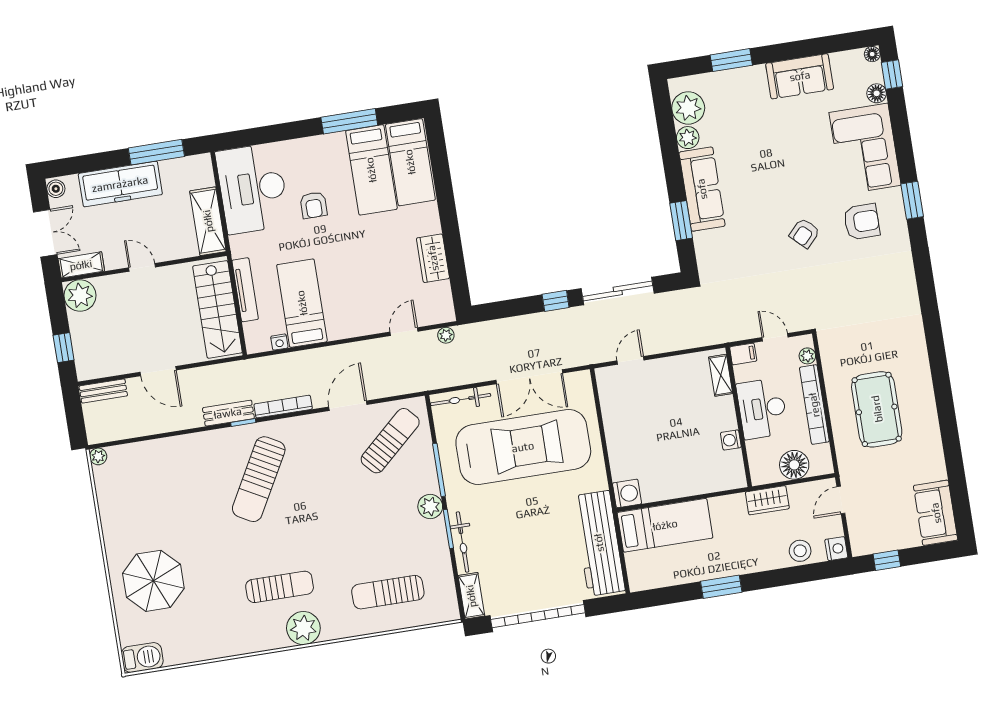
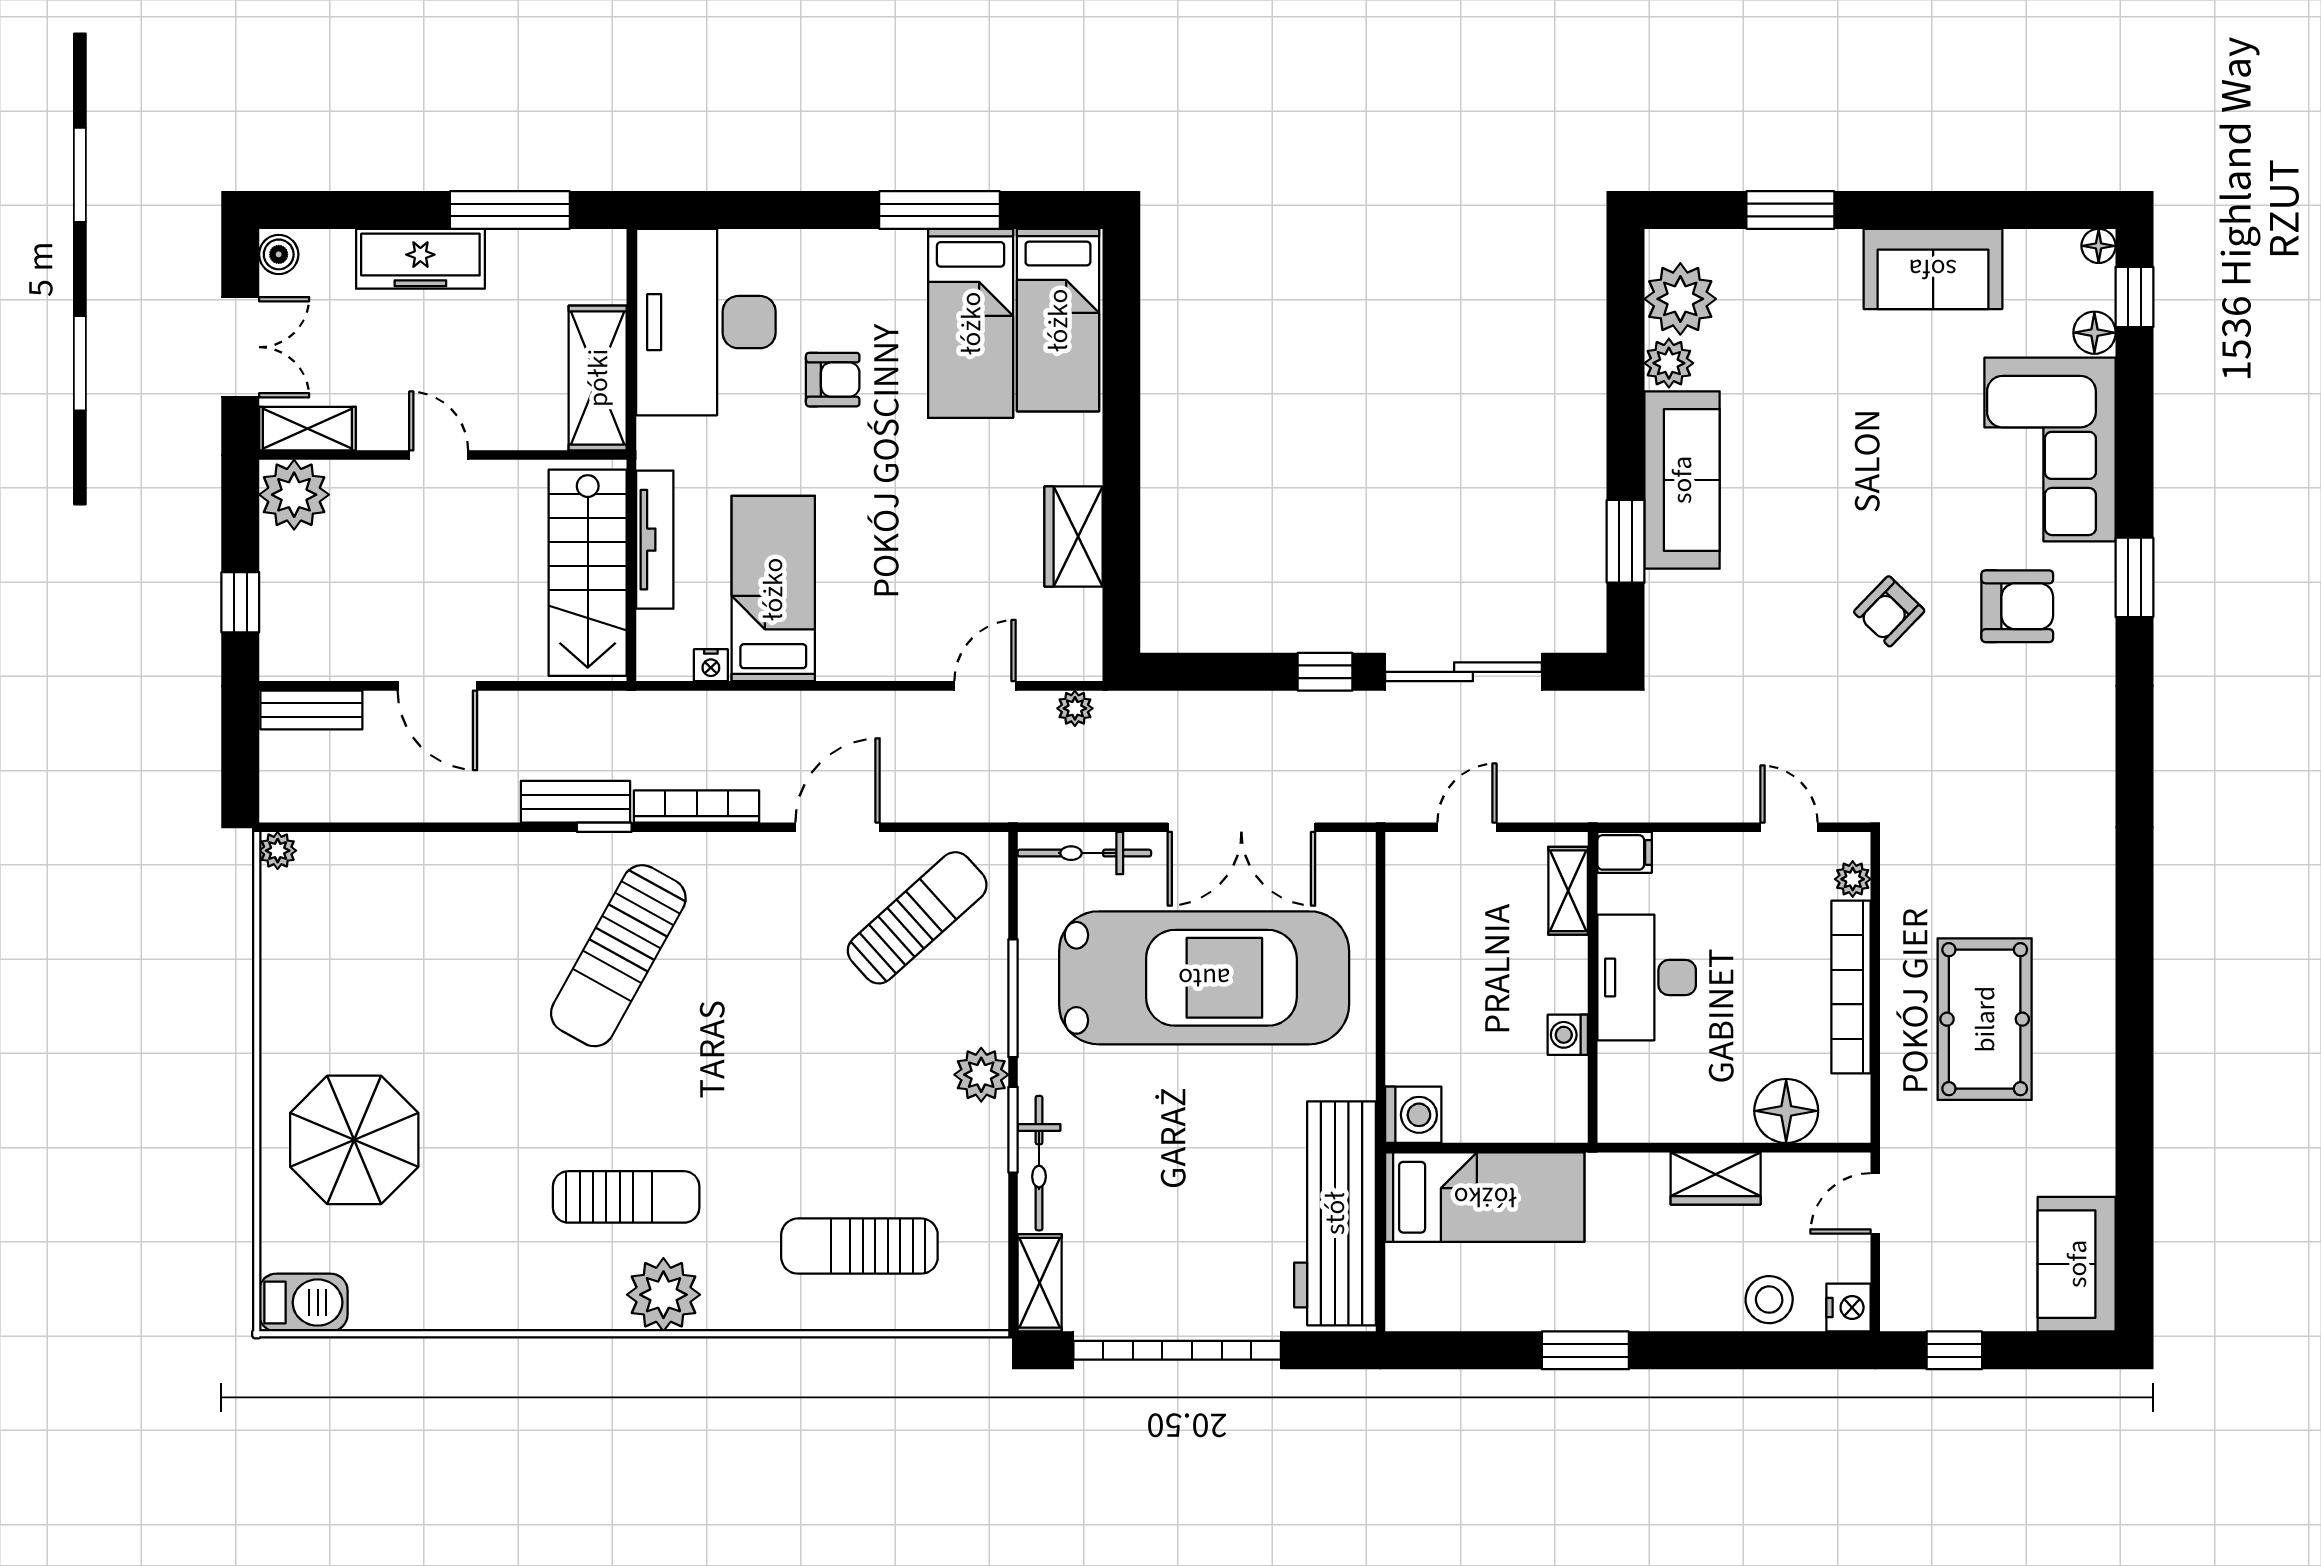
freezer: (120, 184) -> (420, 259), width x0.73, depth x0.79
armchair: (314, 205) -> (833, 380), turned -90
filing cabinet: (743, 354) -> (1625, 852), moved
shelving: (721, 375) -> (1568, 891), moved
desk: (762, 409) -> (1647, 978), moved
wall: (739, 417) -> (1593, 987), moved
washing machine: (731, 440) -> (1568, 1035), moved

